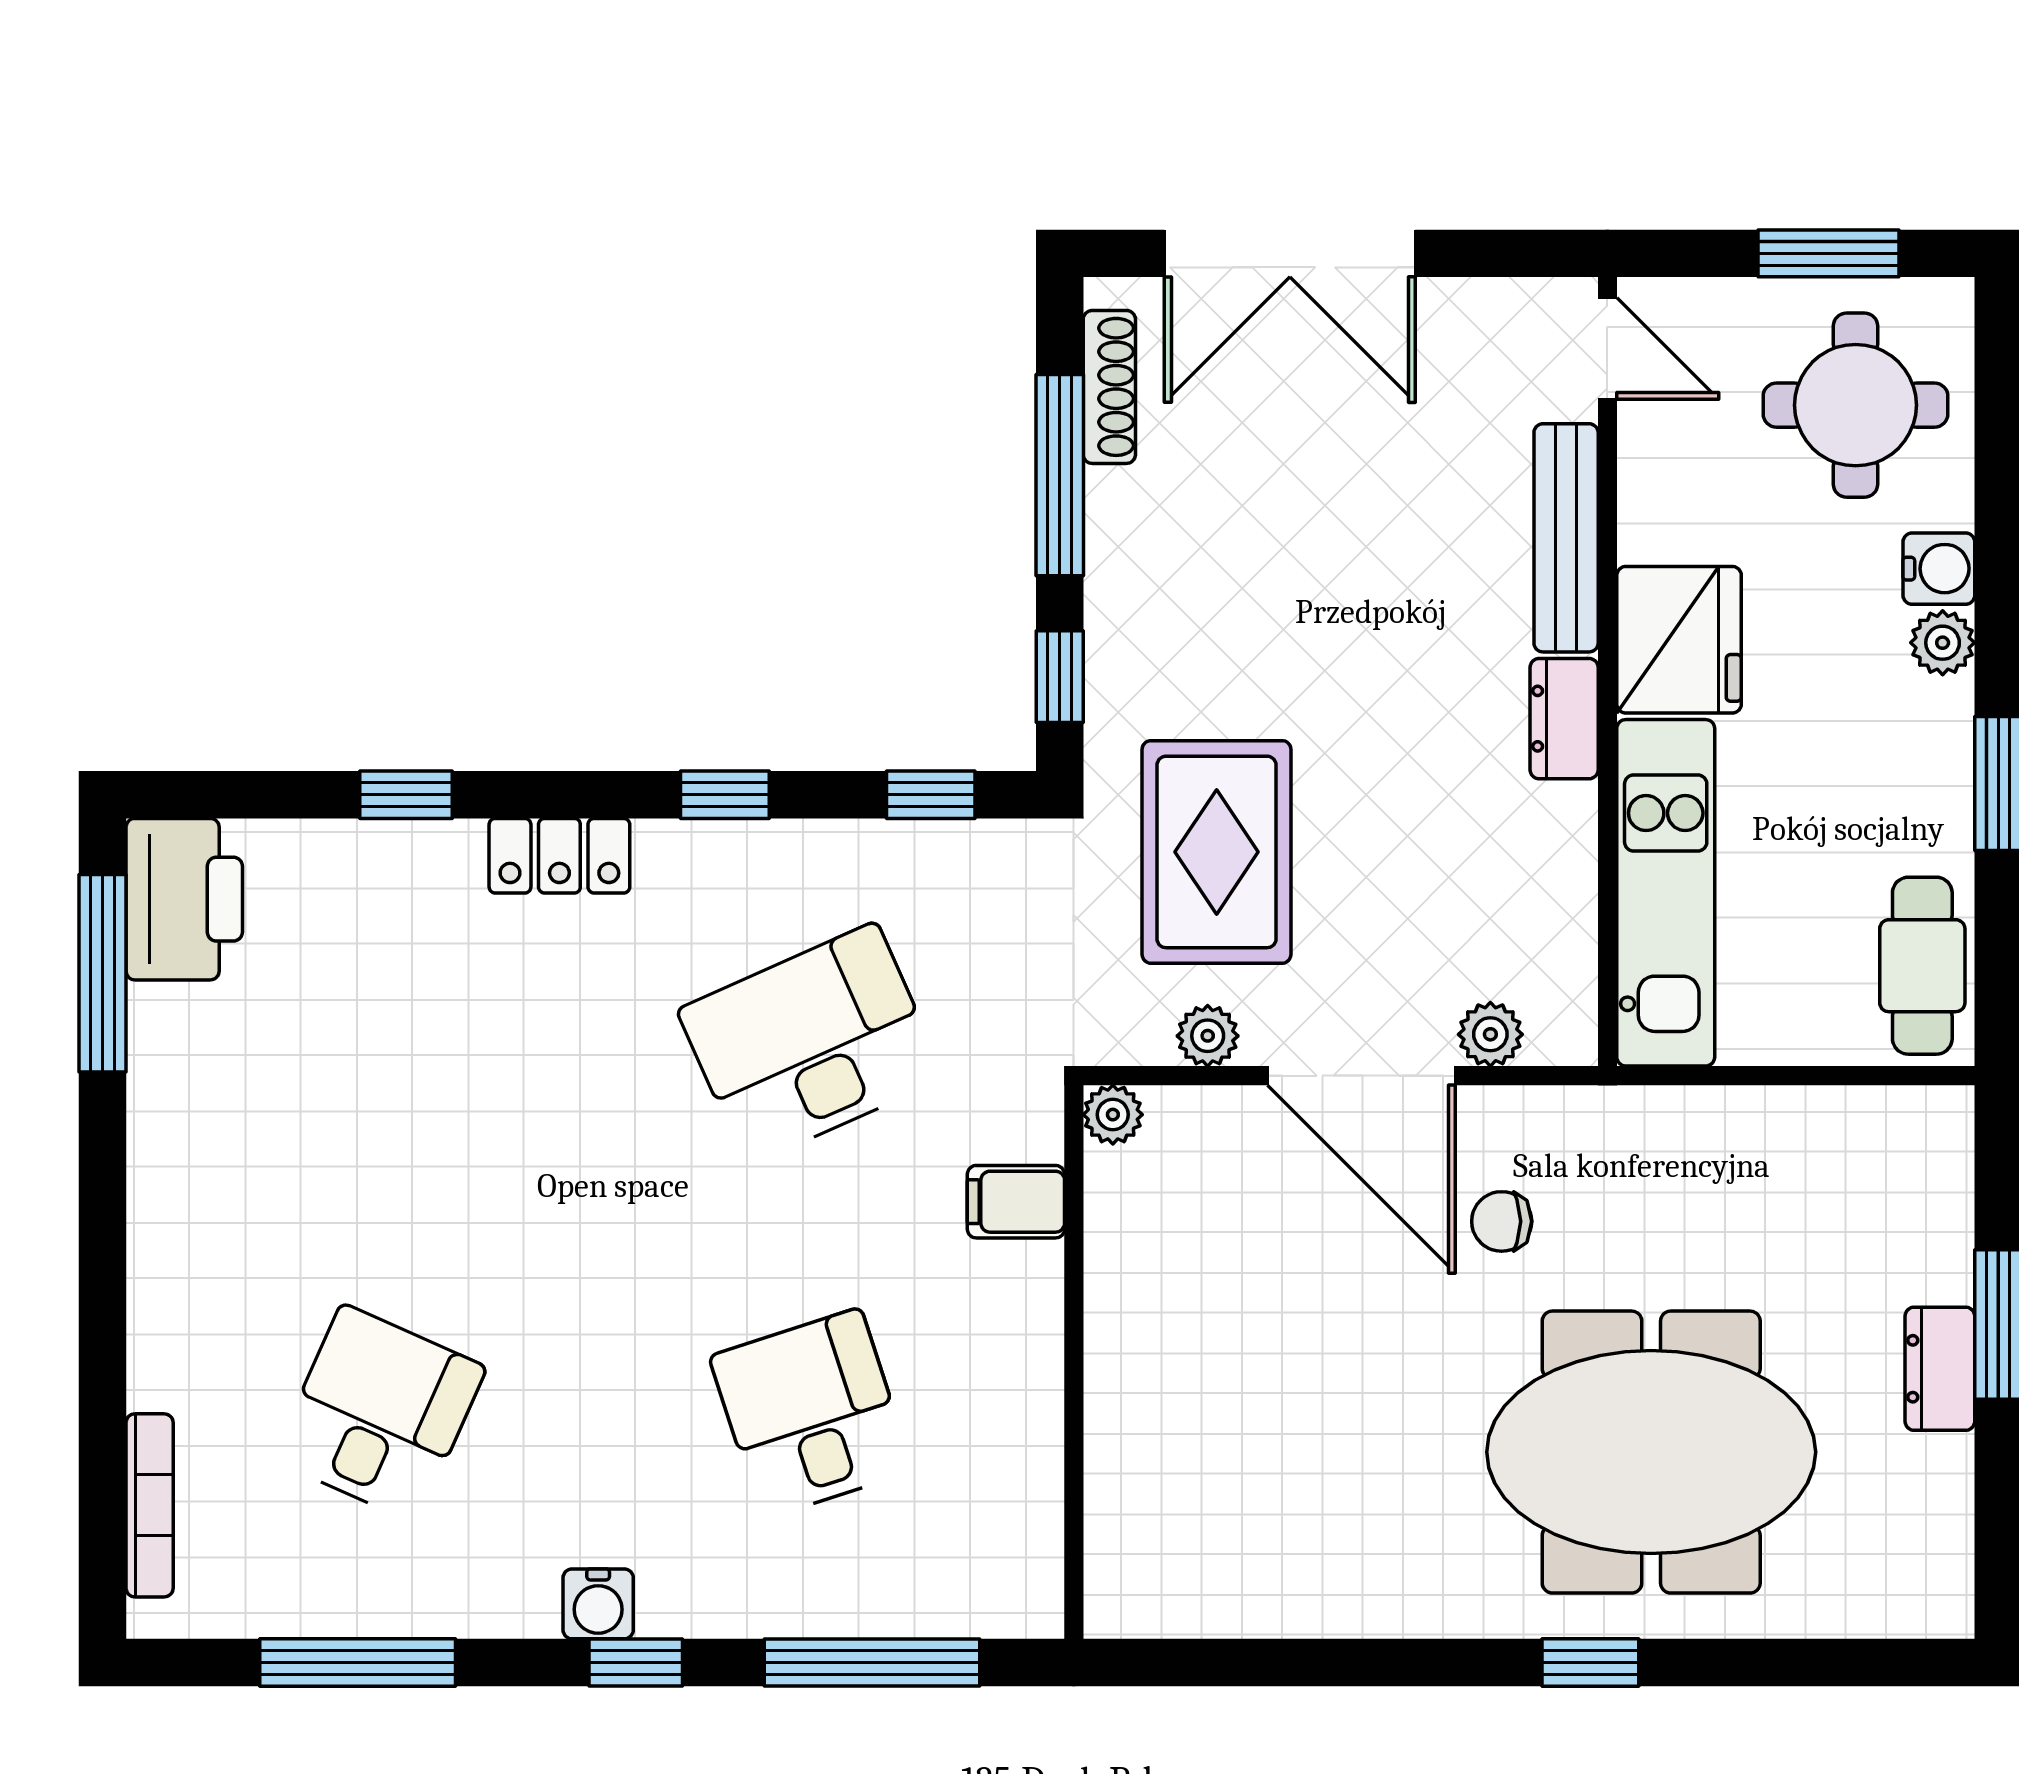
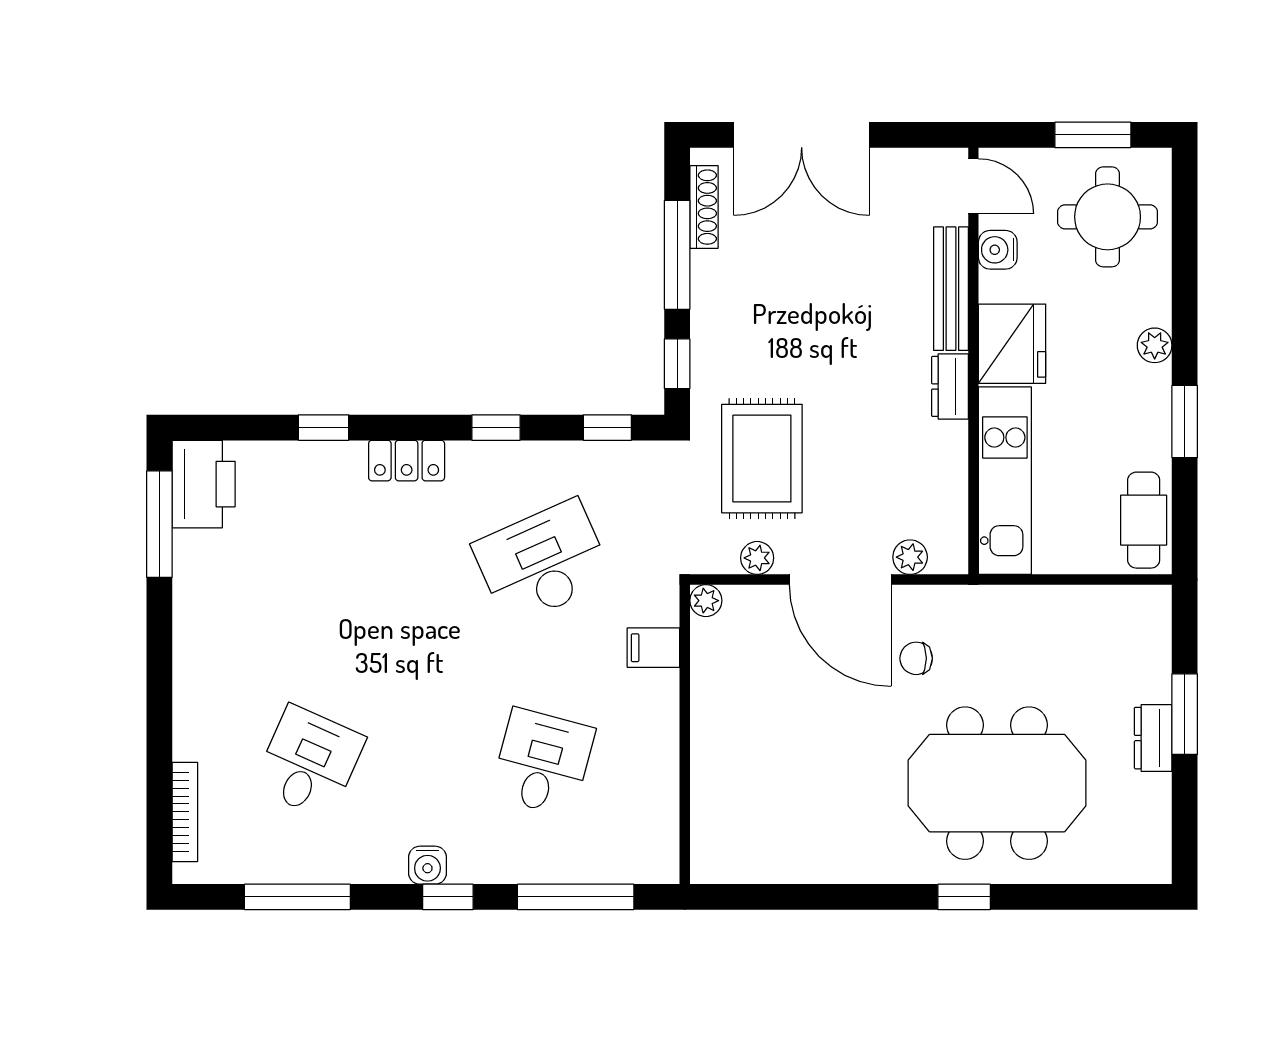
water cooler: (1939, 569) -> (998, 250), moved, turned 180
desk: (811, 1413) -> (543, 762), turned 33

